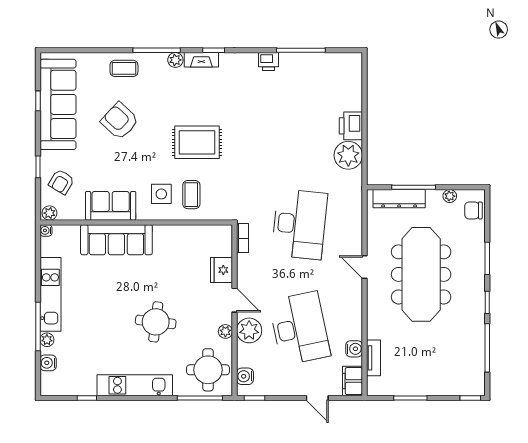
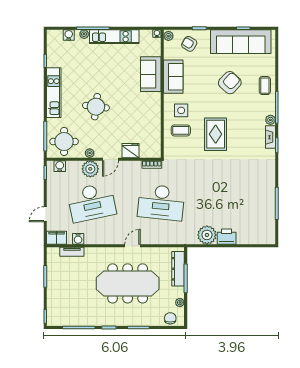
printer: (269, 62) -> (269, 182), removed
sofa: (116, 240) -> (151, 74), width x0.73

